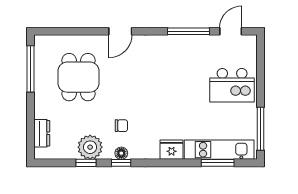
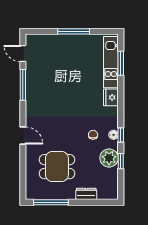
kitchen island: (232, 85) -> (63, 52), removed
window: (260, 129) -> (74, 31), moved
dresser: (42, 133) -> (86, 194), moved

